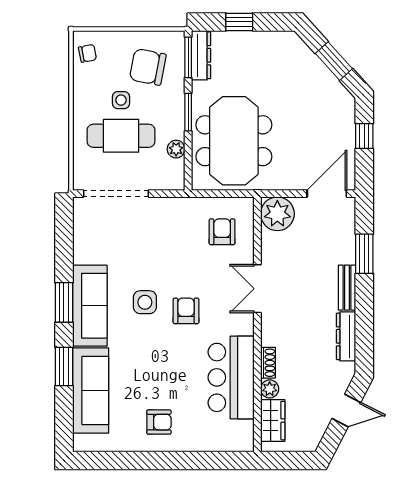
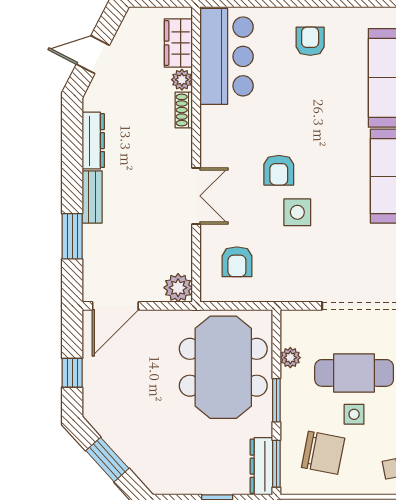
plant: (277, 214) -> (178, 288), width x0.73, depth x0.73
side table: (145, 302) -> (297, 212), moved
bar counter: (231, 377) -> (227, 56), moved
armchair: (159, 422) -> (310, 41), turned 90

